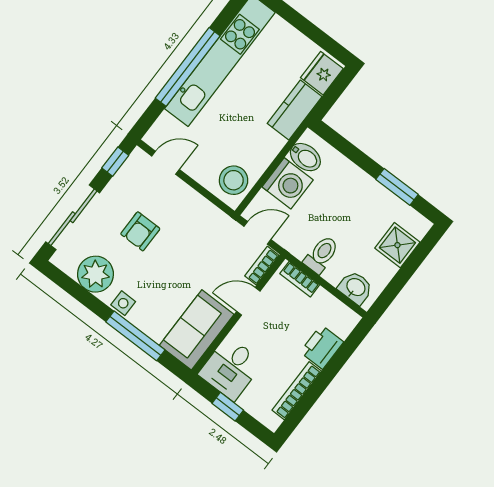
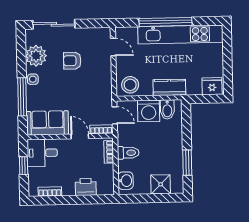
kitchen counter: (295, 110) -> (169, 87), moved
window: (115, 162) -> (95, 23), removed
bookcase: (297, 391) -> (50, 192), width x0.64

